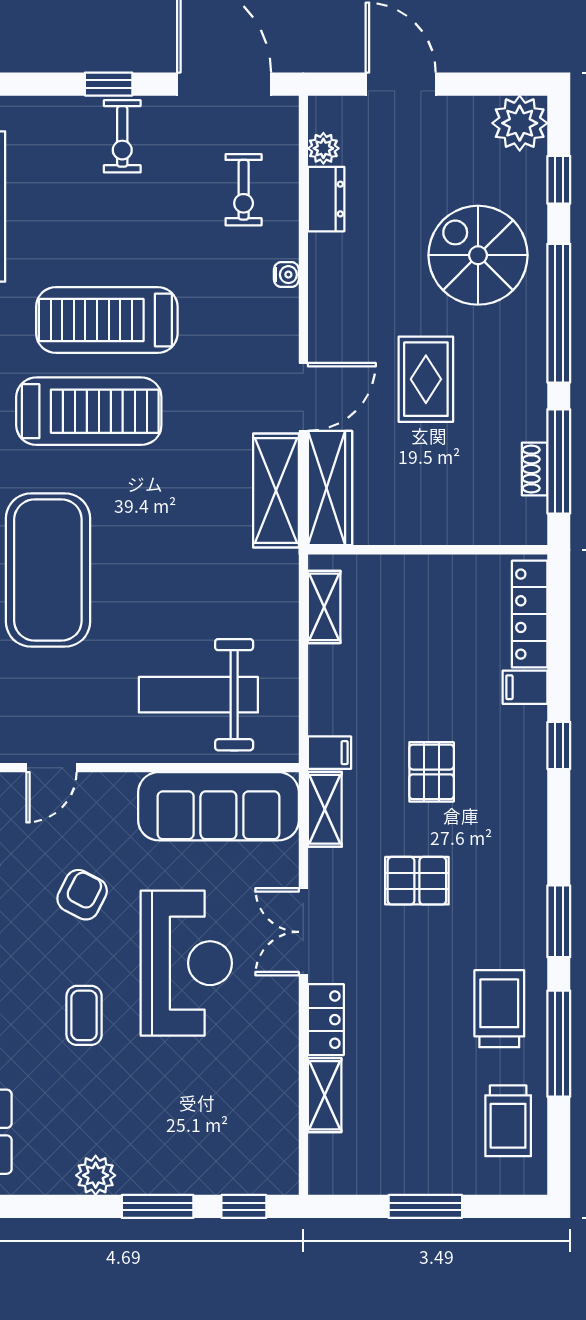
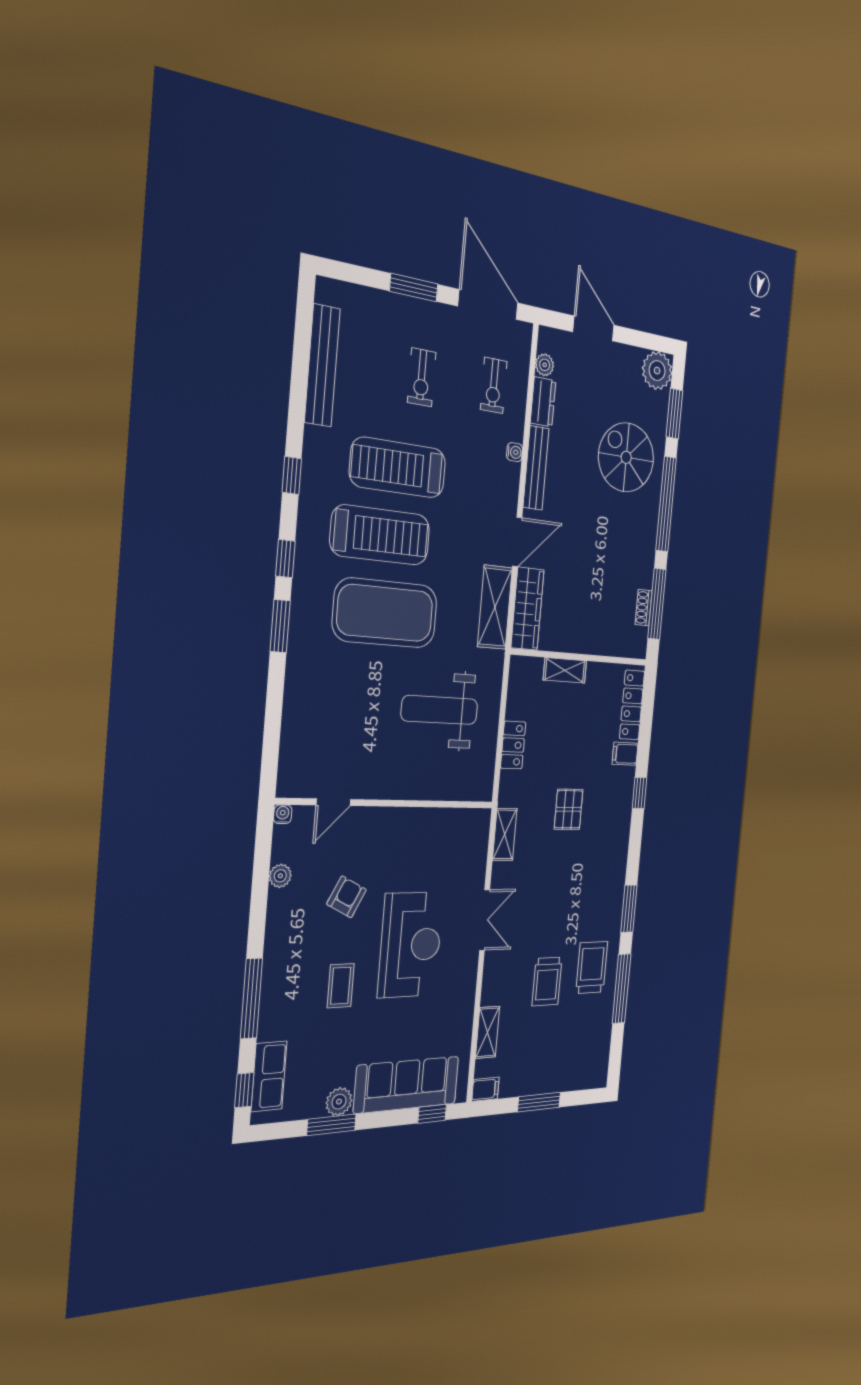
window: (109, 84) -> (414, 288), width x1.50
exercise bike: (122, 136) -> (422, 377), moved
window: (559, 180) -> (674, 414), width x1.50
bench: (324, 291) -> (536, 468), added
rug: (426, 379) -> (589, 539), removed
exercise mat: (48, 570) -> (385, 613), moved, turned 90
shelving: (324, 607) -> (565, 670), moved, turned 90
weight bench: (198, 695) -> (440, 710), moved
filing cabinet: (330, 753) -> (485, 1089), moved
sofa: (218, 806) -> (407, 1085), moved, turned 180
pallet: (417, 881) -> (554, 883), removed
double door: (303, 932) -> (485, 920), swing flipped
locker: (326, 1020) -> (513, 745), moved
trolley: (508, 1121) -> (547, 981), moved
window: (158, 1206) -> (331, 1125), moved

